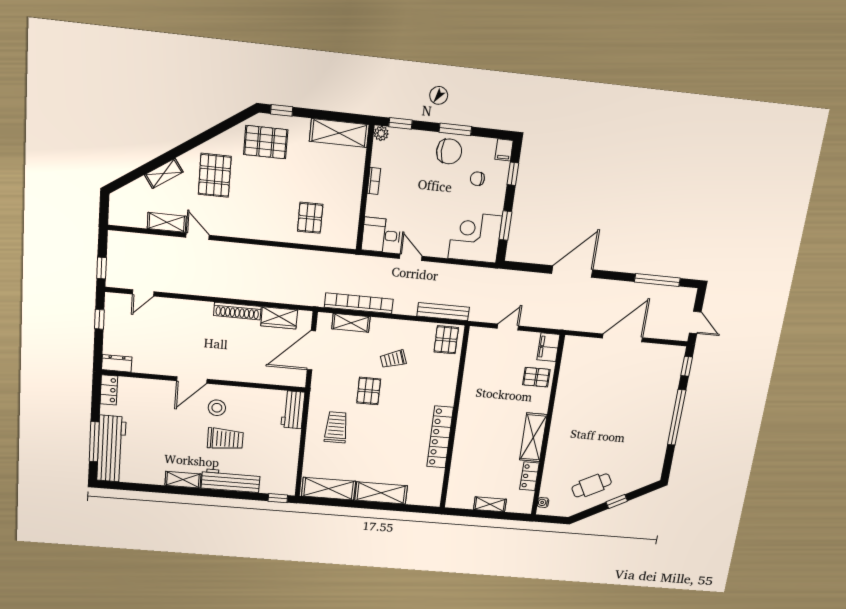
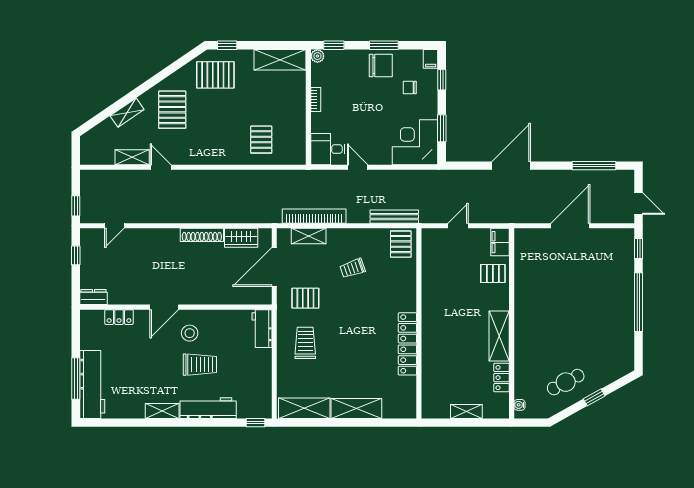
locker: (109, 390) -> (119, 317), moved, turned 90
pallet: (369, 391) -> (305, 298), moved, turned 90

